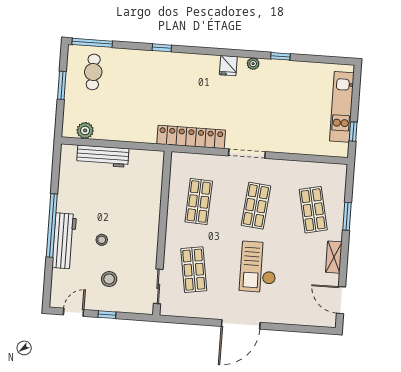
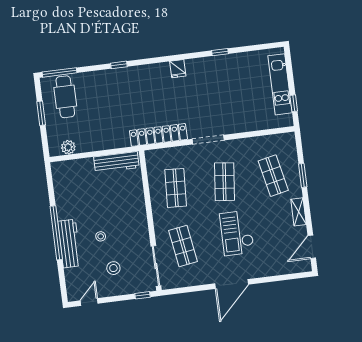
plant: (253, 64) -> (198, 63), removed
cafe table: (93, 72) -> (65, 97), width x1.37, depth x1.35
workbench: (103, 156) -> (116, 162), moved
sliding door: (158, 286) -> (156, 266), width x1.37
door: (341, 300) -> (312, 247), hinge flipped
window: (107, 315) -> (142, 295), moved

